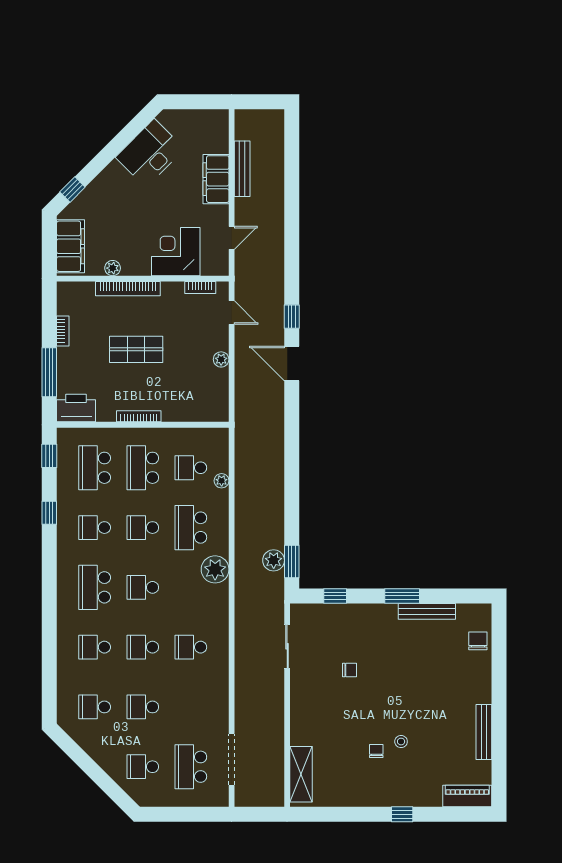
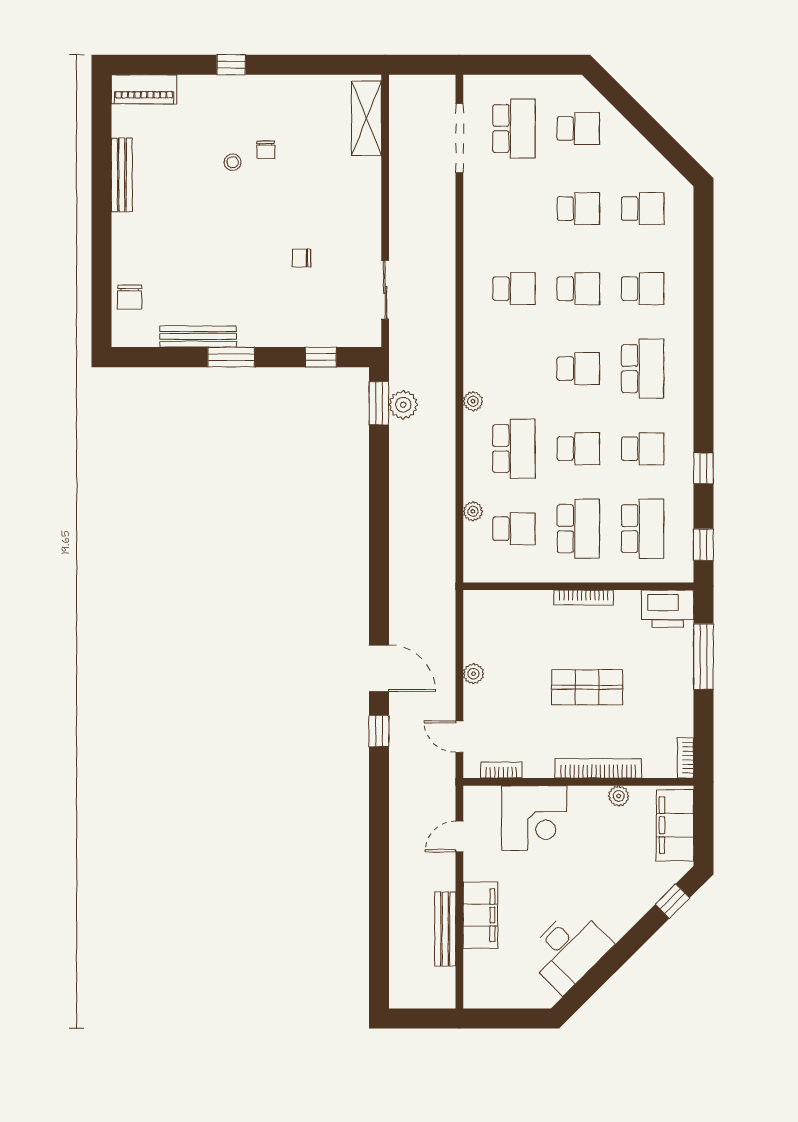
bookcase: (63, 331) -> (685, 758), moved
plant: (215, 569) -> (473, 401), width x0.53, depth x0.53

